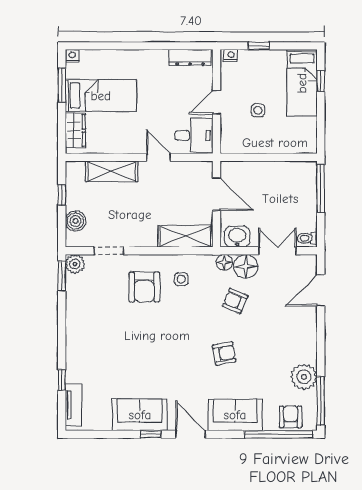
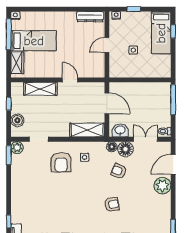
window: (62, 85) -> (9, 34), width x1.44
desk: (194, 135) -> (93, 66), removed
plant: (304, 377) -> (162, 186), moved

